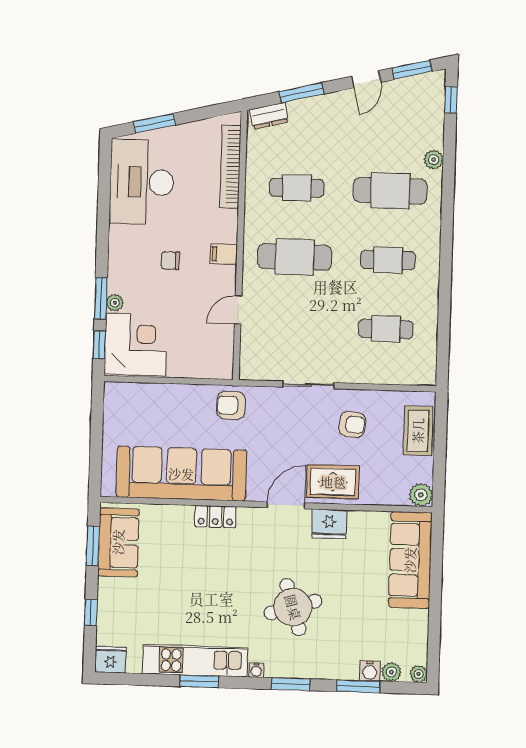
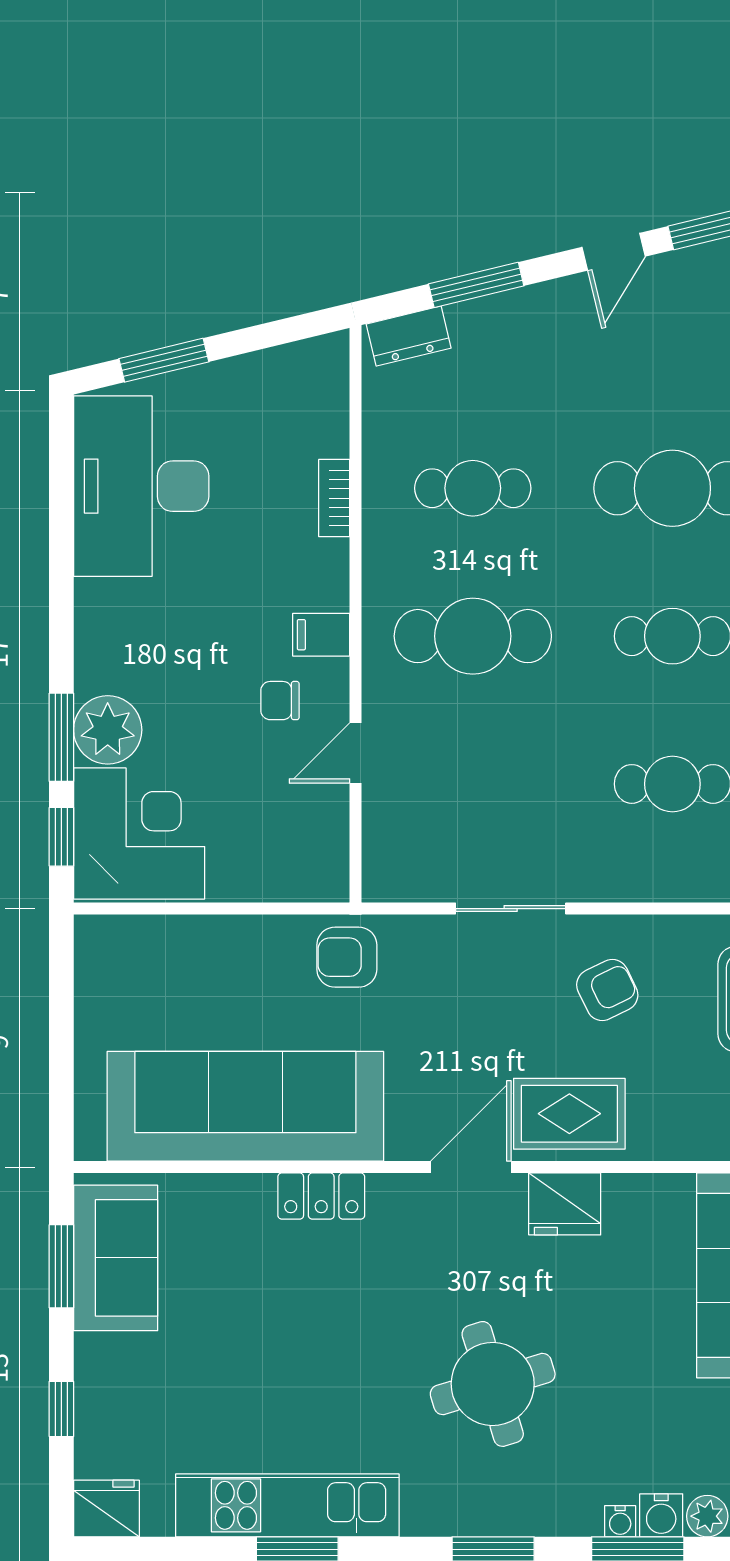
bookcase: (230, 167) -> (334, 498), width x0.43, depth x0.76
chair: (170, 261) -> (280, 701), moved
plant: (115, 303) -> (108, 730), width x1.88, depth x1.88
armchair: (352, 424) -> (607, 990), turned -31
water cooler: (256, 670) -> (620, 1521), moved

